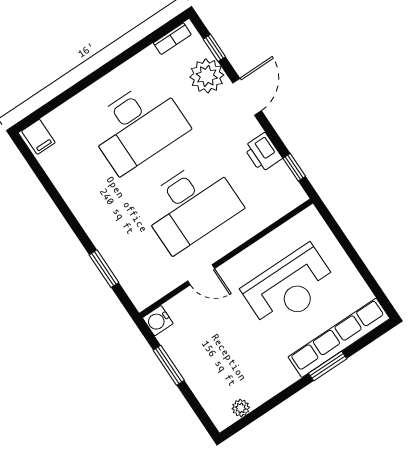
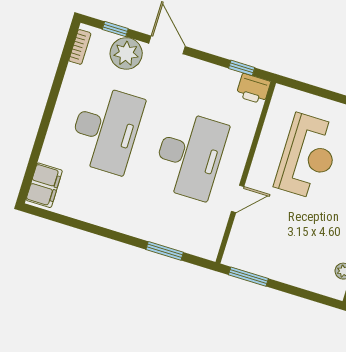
filing cabinet: (38, 137) -> (44, 185), width x2.00
printer: (263, 153) -> (253, 89), moved
water cooler: (158, 321) -> (233, 257), removed
window: (169, 365) -> (248, 277), moved

